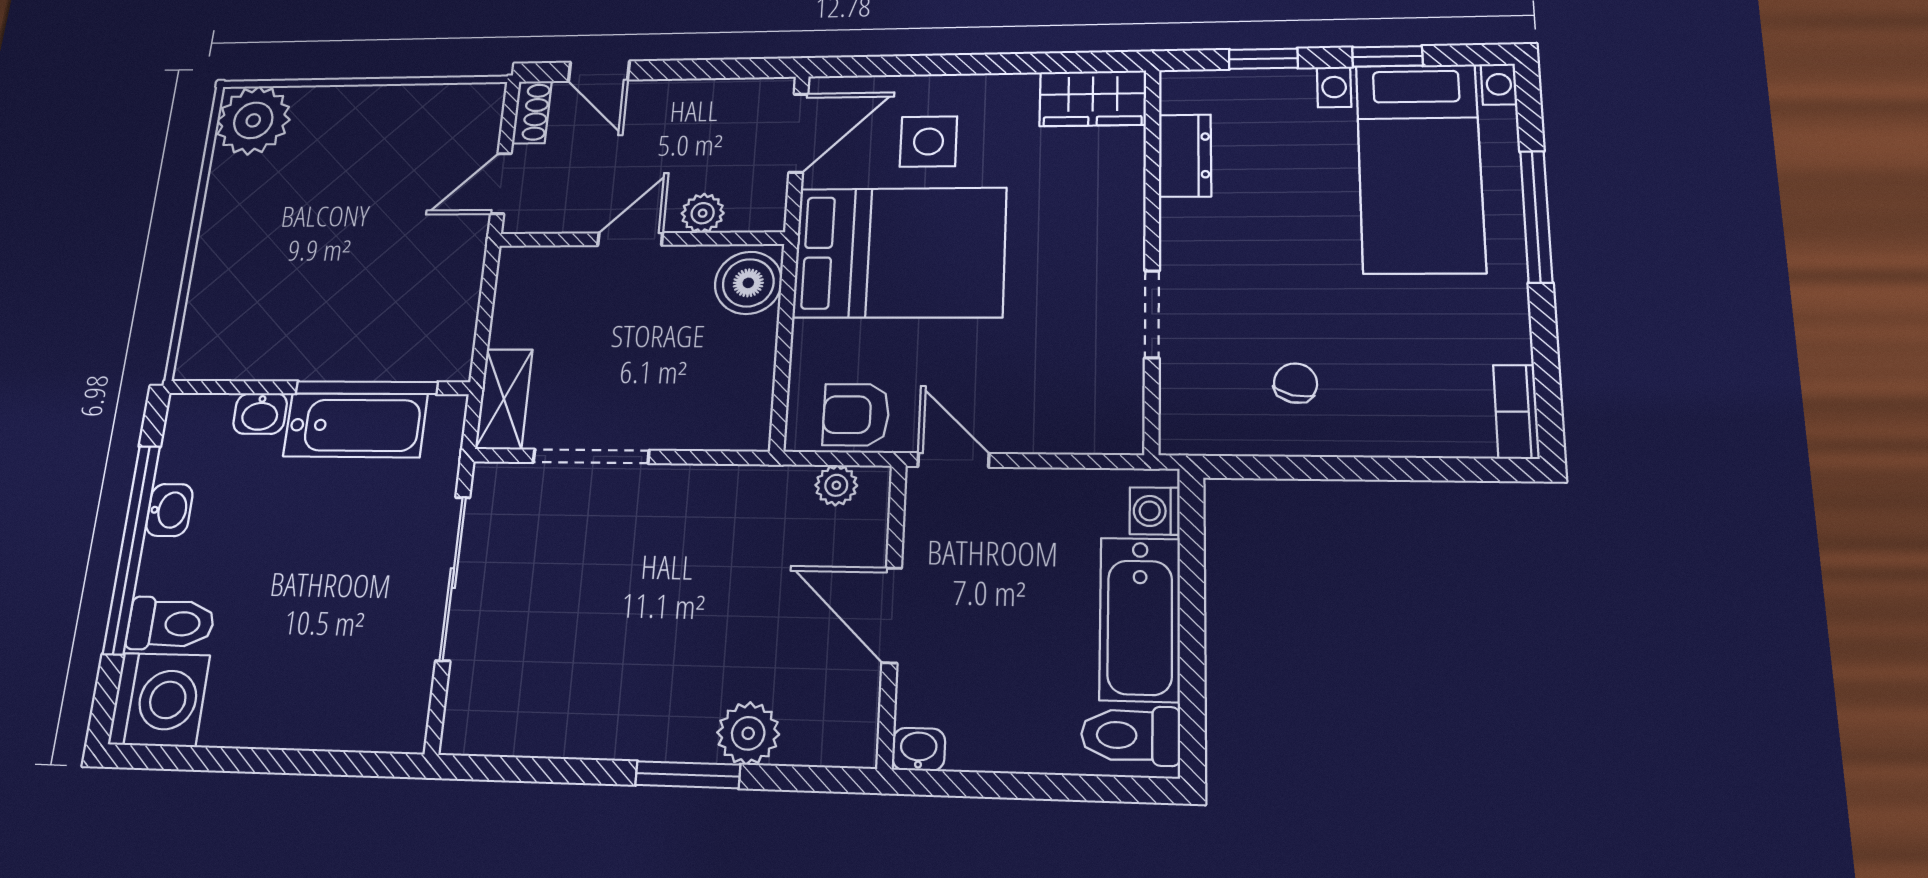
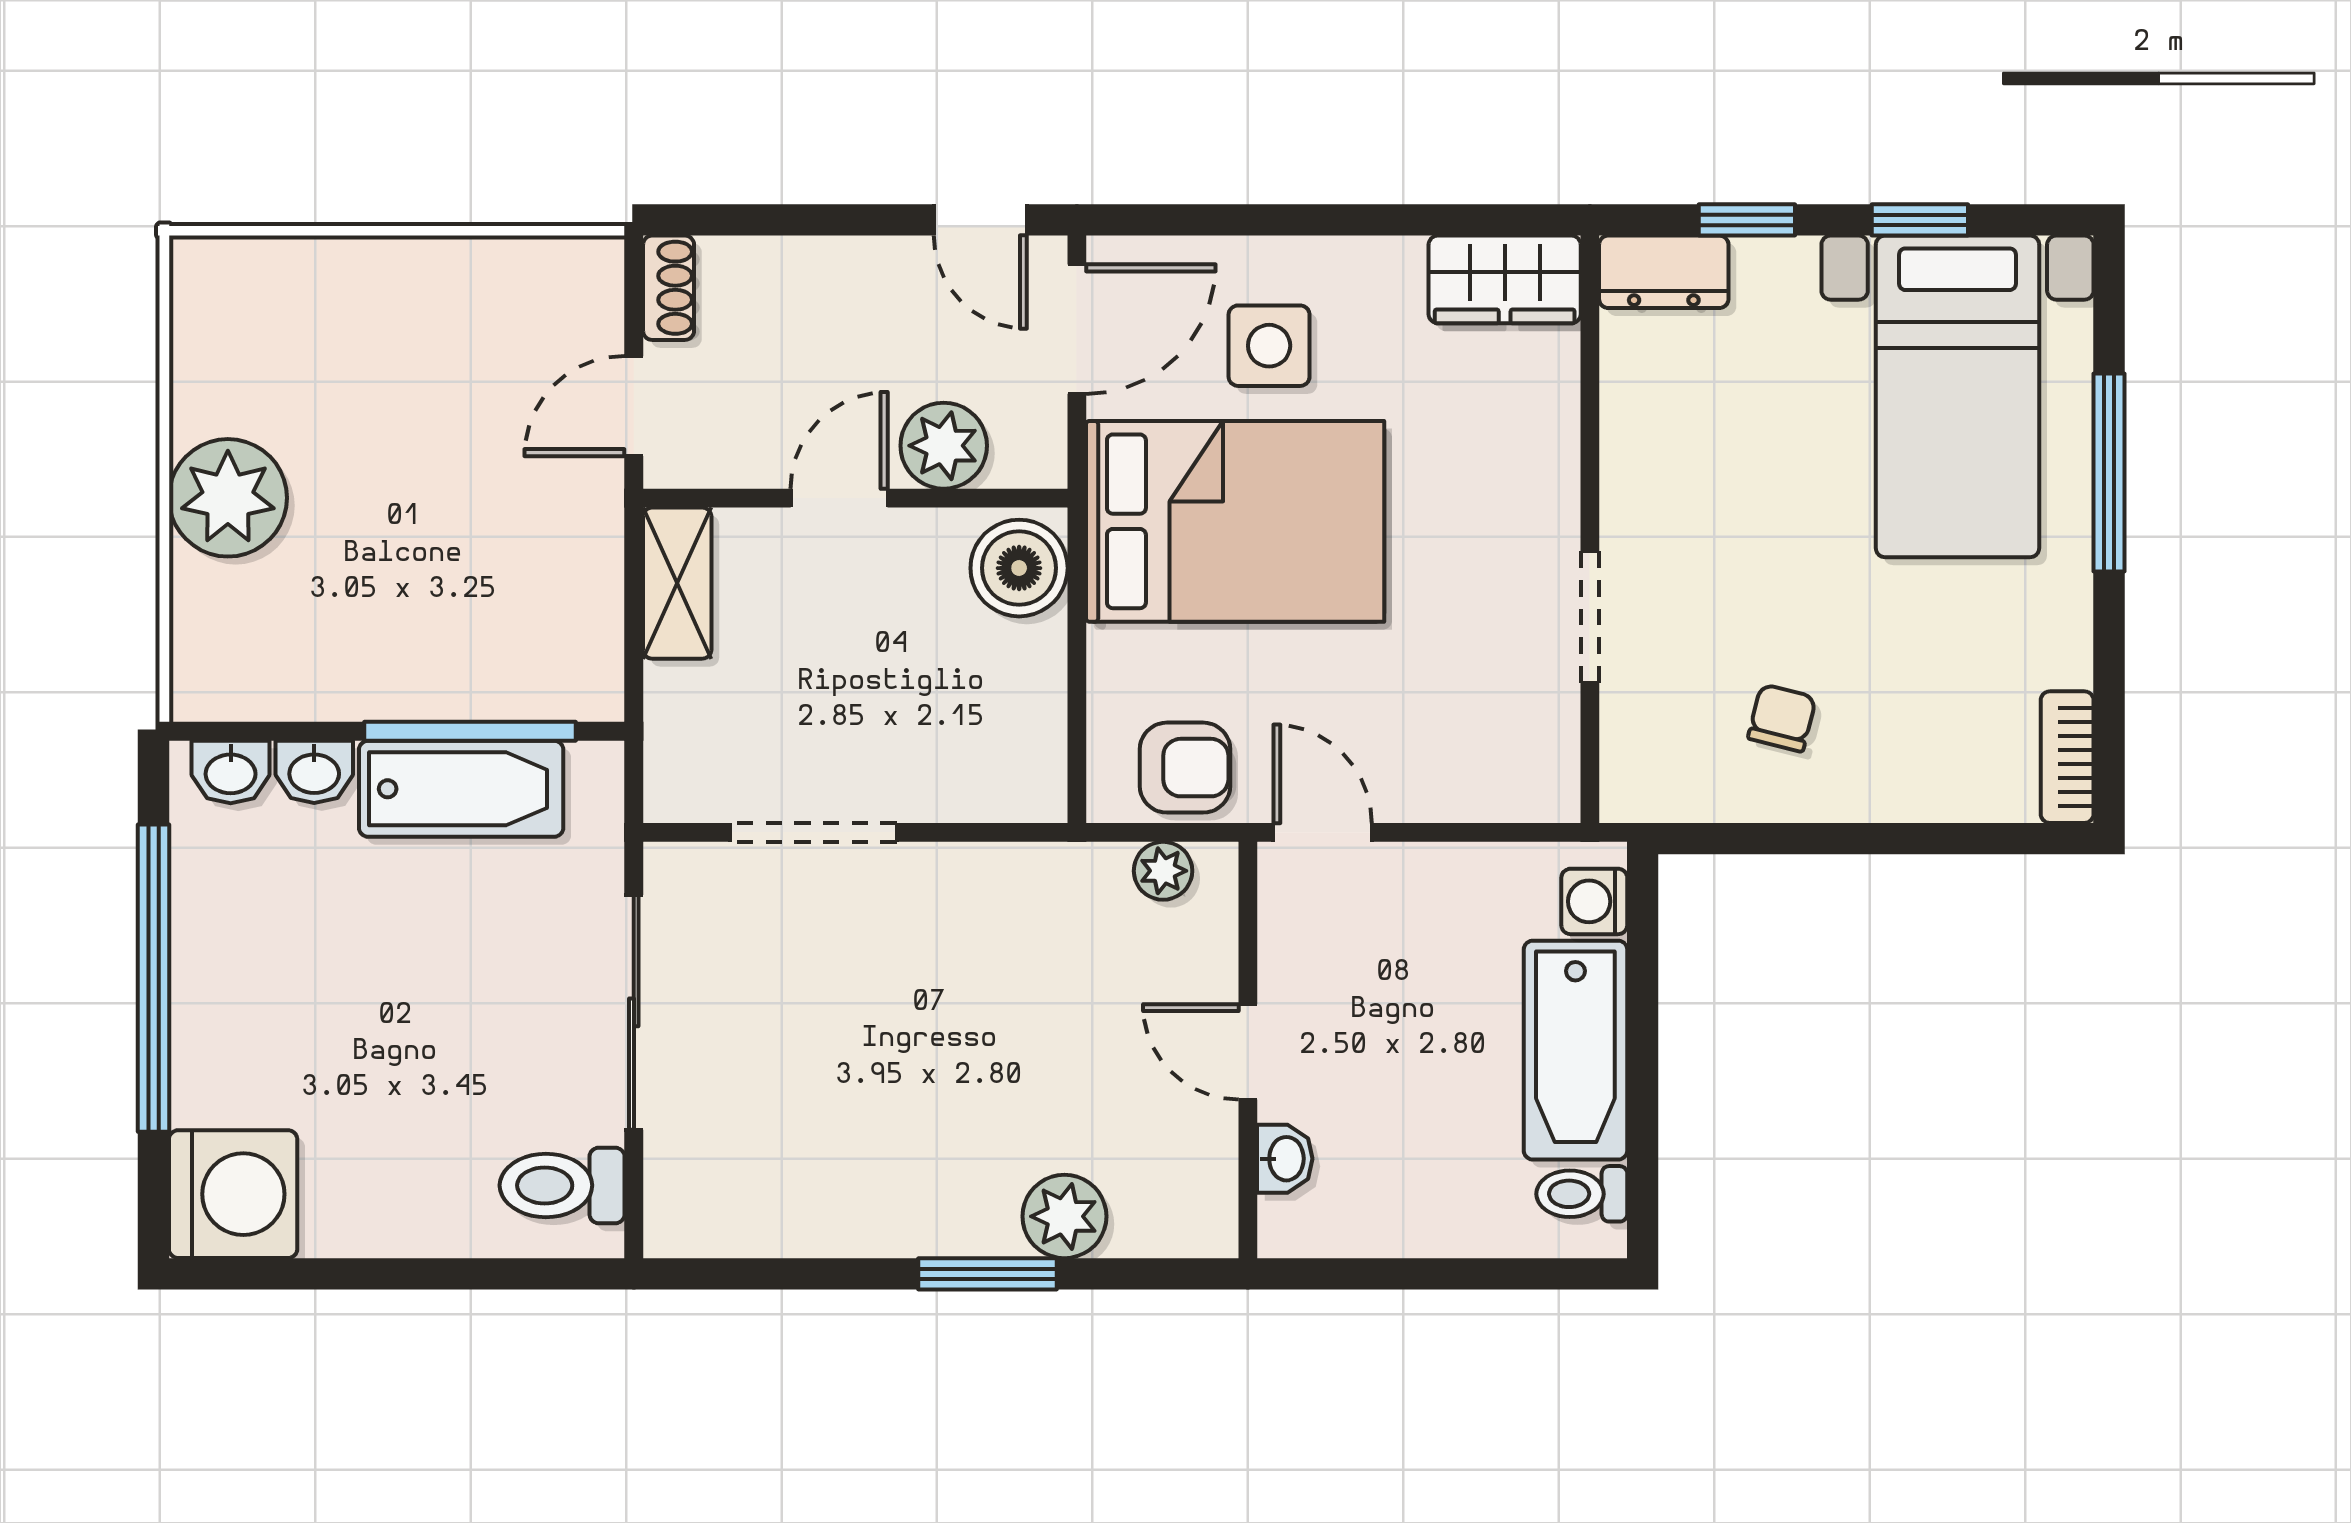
door: (599, 71) -> (980, 220), moved
plant: (253, 120) -> (228, 498), moved
dresser: (1185, 156) -> (1664, 272), moved, turned 90
plant: (703, 213) -> (944, 446), width x1.38, depth x1.38
shelving: (504, 399) -> (677, 583), moved
armchair: (856, 415) -> (1185, 768), turned 180
washbasin: (169, 510) -> (231, 772), moved, turned 90
door: (892, 615) -> (1248, 1052), width x0.73
toilet: (171, 624) -> (562, 1185), moved, turned 180
toilet: (1130, 735) -> (1582, 1194), width x0.73, depth x0.72
washbasin: (919, 749) -> (1285, 1159), moved, turned 90

